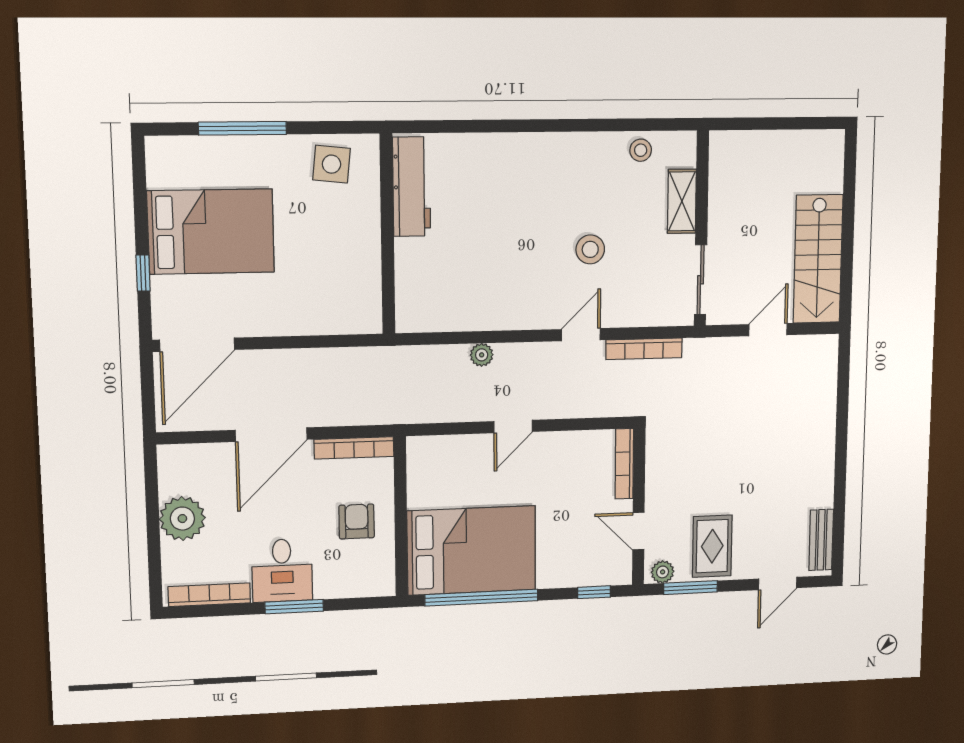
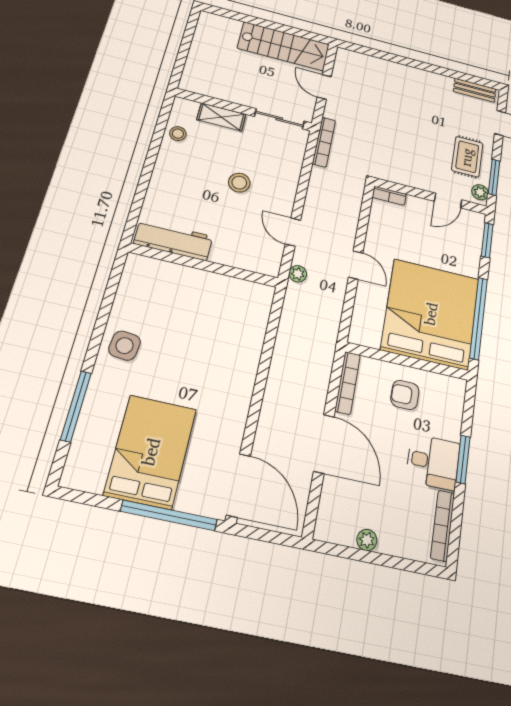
workbench: (412, 187) -> (173, 240), moved
wall: (387, 234) -> (204, 265), moved
window: (143, 273) -> (169, 515), width x3.17
door: (581, 335) -> (293, 232), moved
bookcase: (644, 349) -> (324, 142), moved
bookcase: (624, 464) -> (389, 196), width x0.64
plant: (182, 519) -> (367, 540), width x0.53, depth x0.53
rug: (712, 546) -> (467, 157), turned 90
bed: (472, 550) -> (431, 314), width x1.36
window: (594, 592) -> (487, 240), width x1.50

